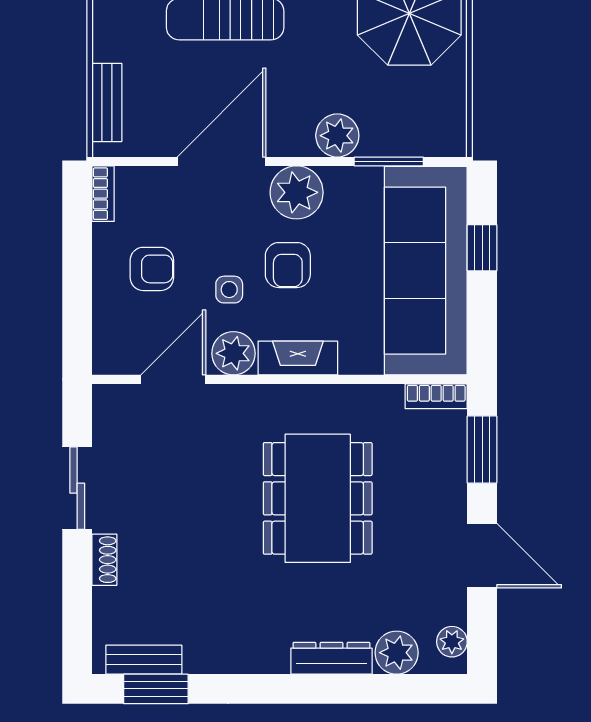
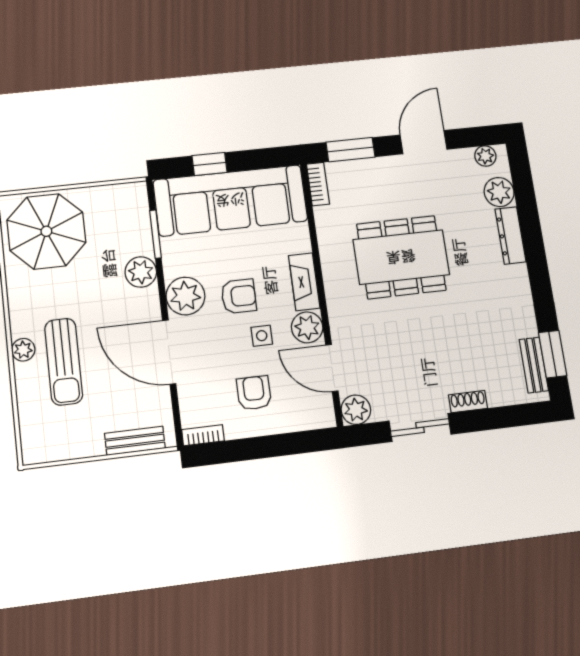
plant: (112, 404) -> (356, 410), added

